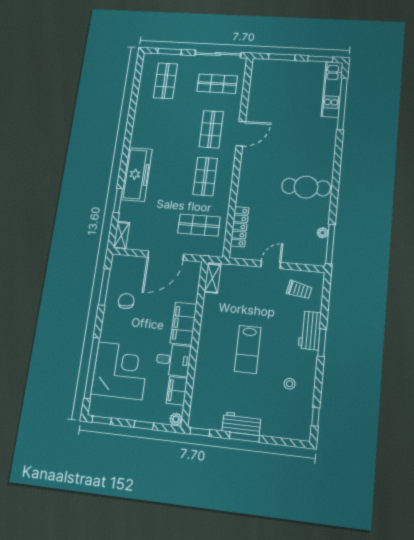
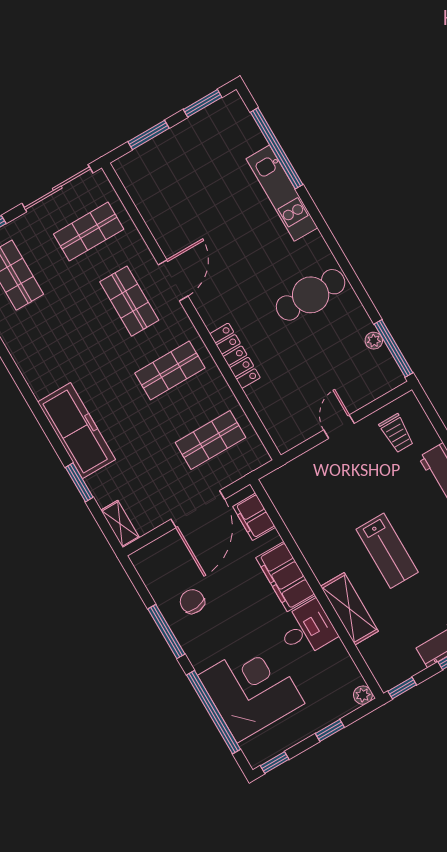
kitchen unit: (332, 89) -> (282, 193), moved
shop shelf: (205, 176) -> (170, 371), turned 90
locker: (240, 227) -> (235, 356), moved
shelving: (213, 278) -> (349, 609), moved, width x1.50, depth x1.33
window: (104, 287) -> (166, 631), moved
trolley: (299, 290) -> (397, 433), turned 78
filing cabinet: (177, 391) -> (254, 517), moved

